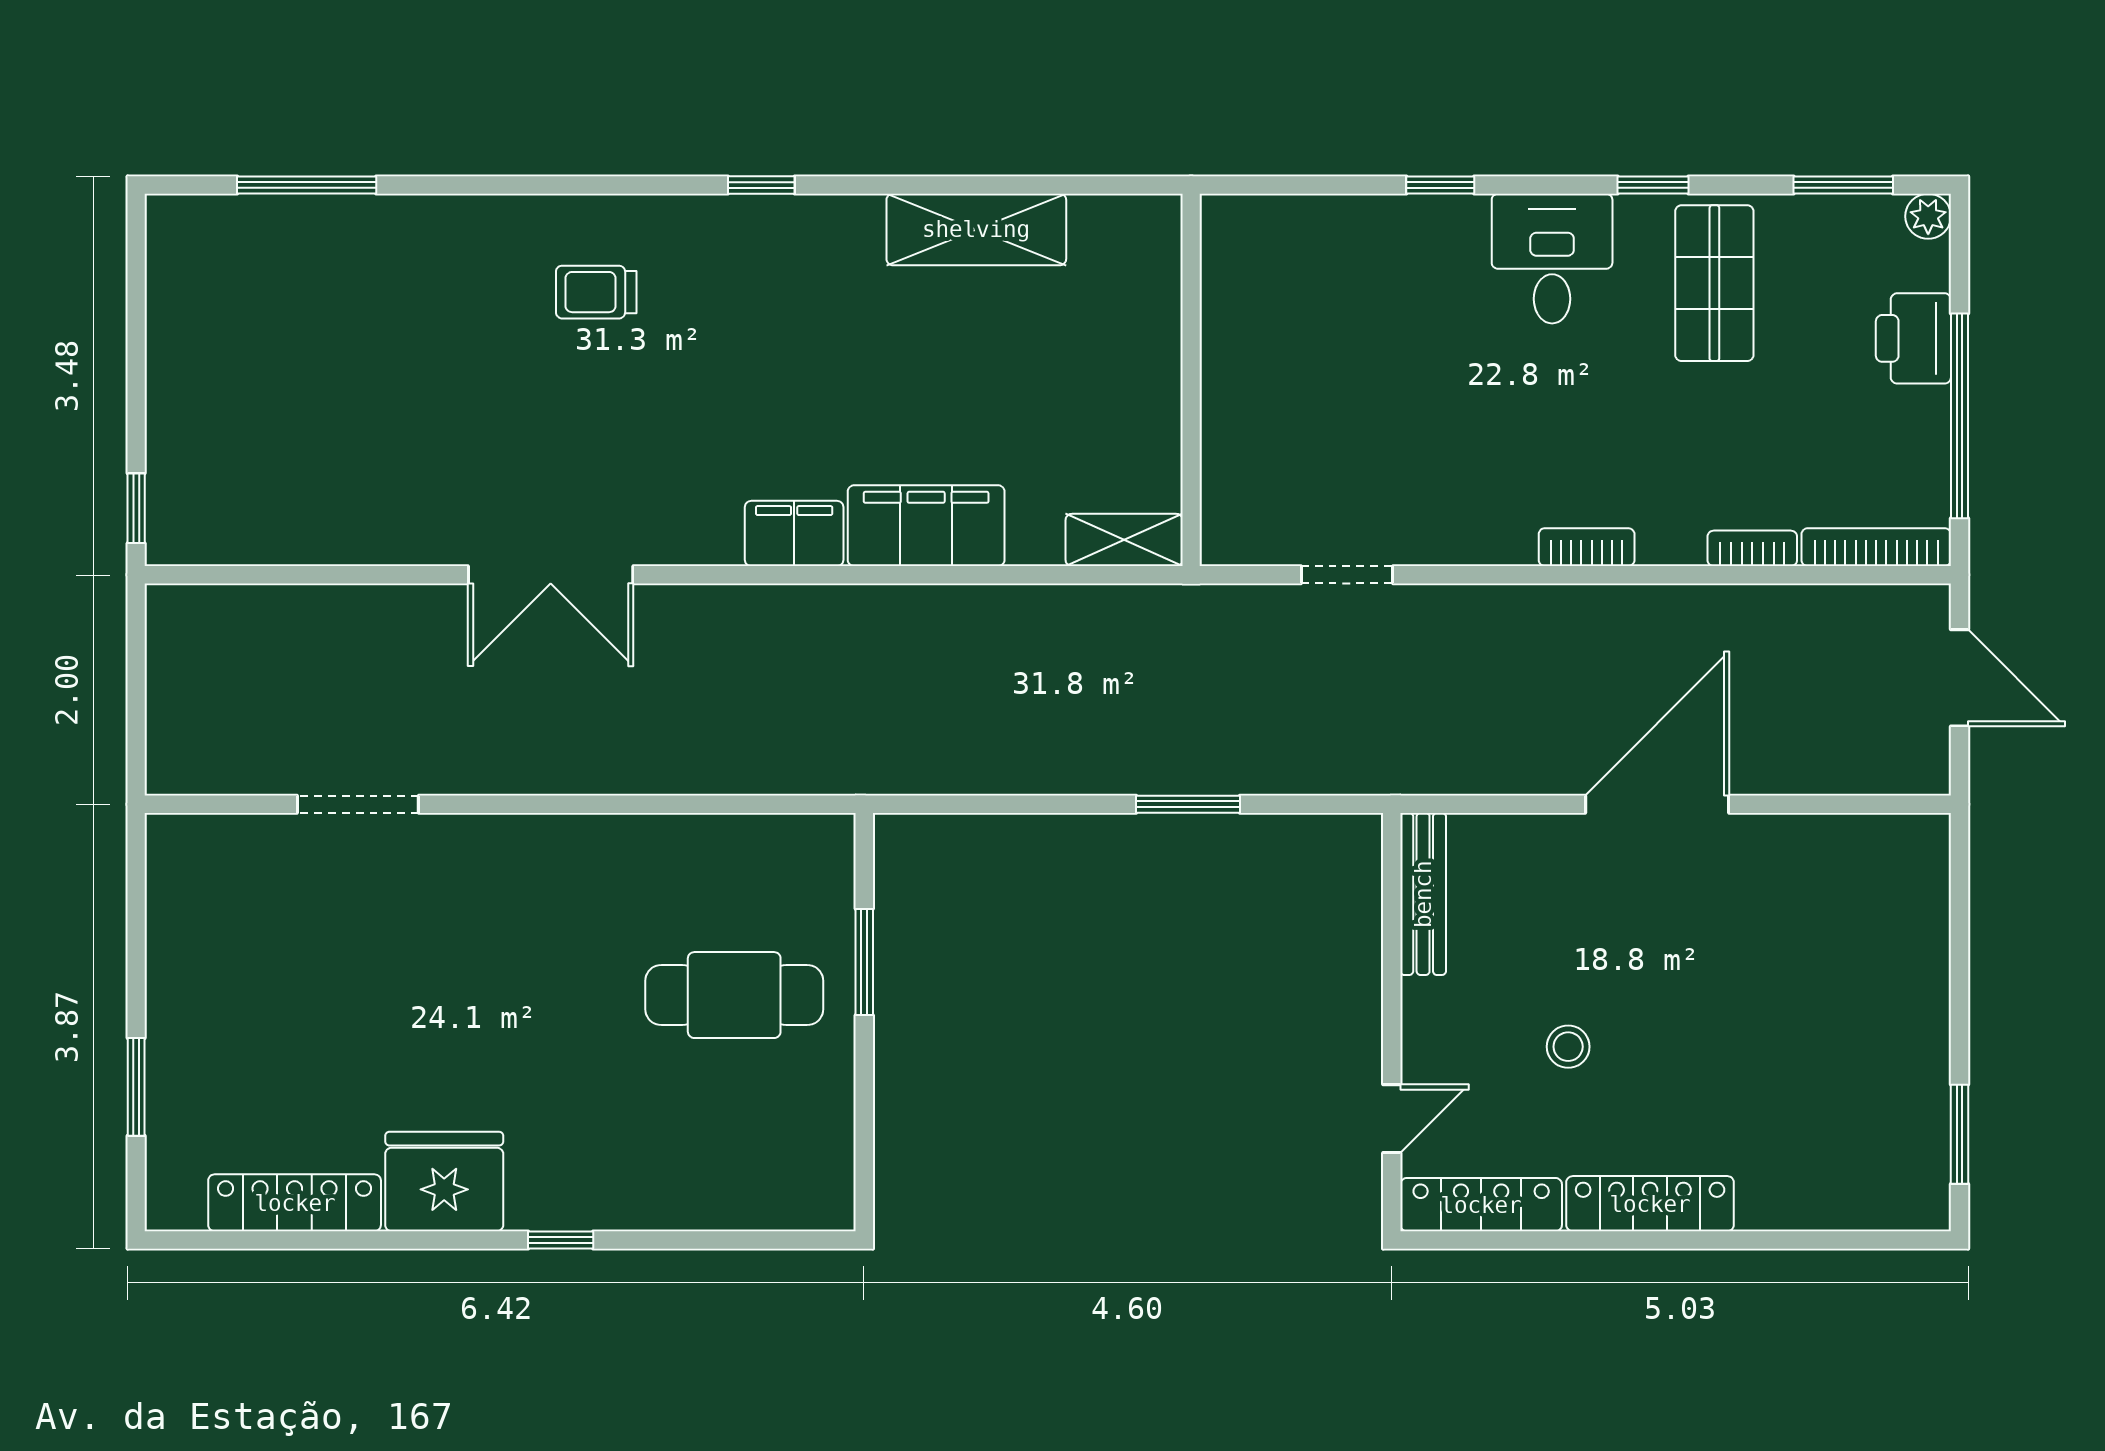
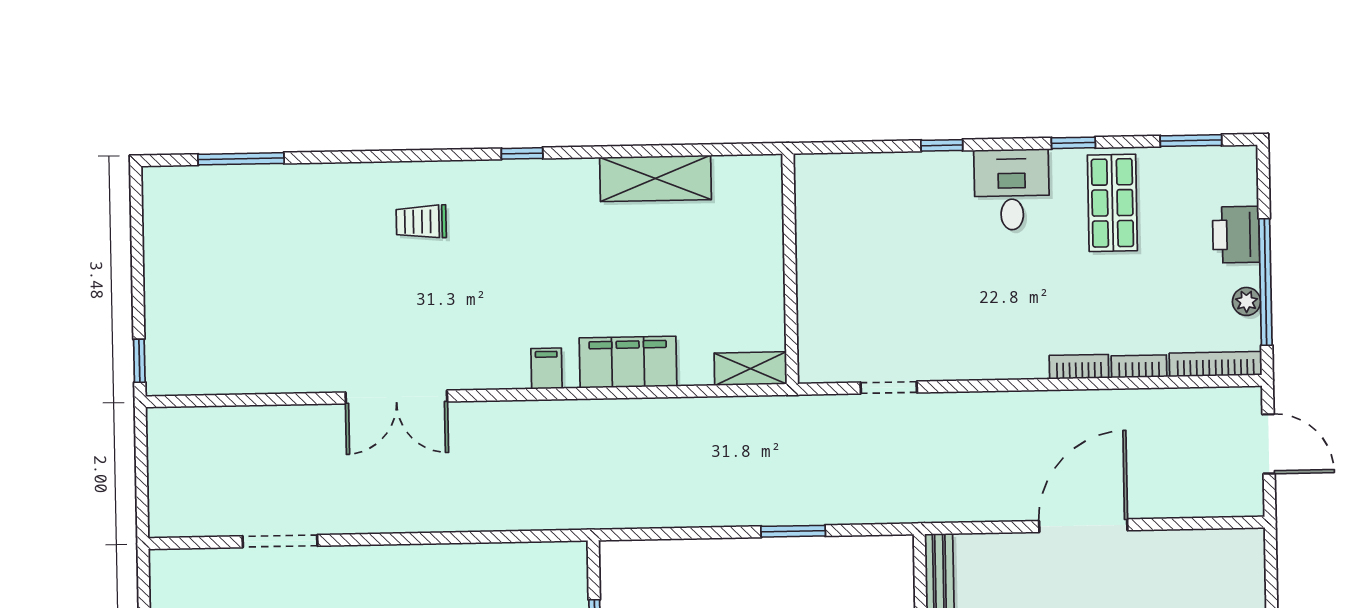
plant: (1928, 216) -> (1247, 301), moved
filing cabinet: (794, 533) -> (546, 368), width x0.50
bookcase: (1587, 547) -> (1079, 367), moved

